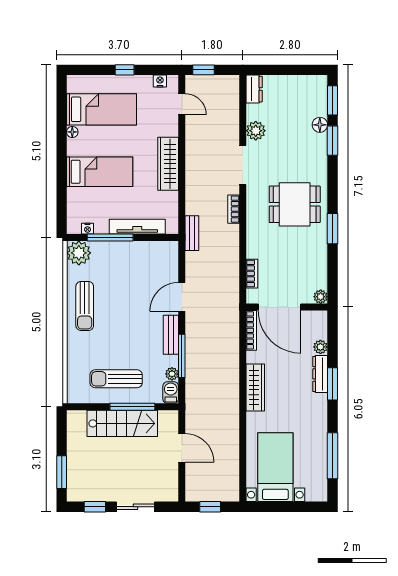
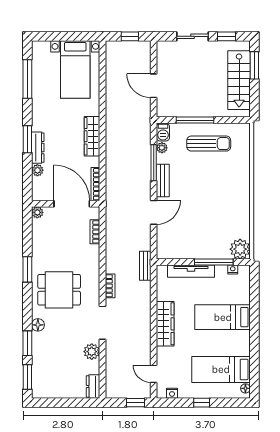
floor lamp: (320, 125) -> (38, 325), moved
floor lamp: (72, 132) -> (245, 388), moved
sun lounger: (85, 306) -> (235, 205), removed
stairs: (122, 423) -> (239, 80), moved, turned -90

